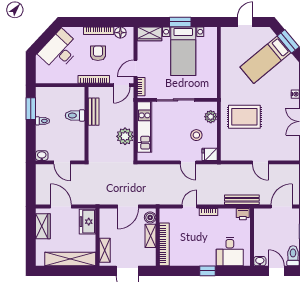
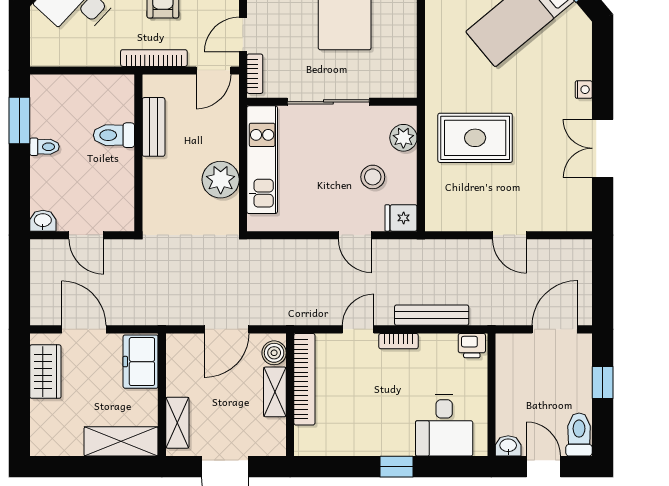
bench: (242, 200) -> (432, 315), moved
bookcase: (164, 244) -> (304, 379), moved
shelving: (70, 259) -> (121, 441), width x0.68

